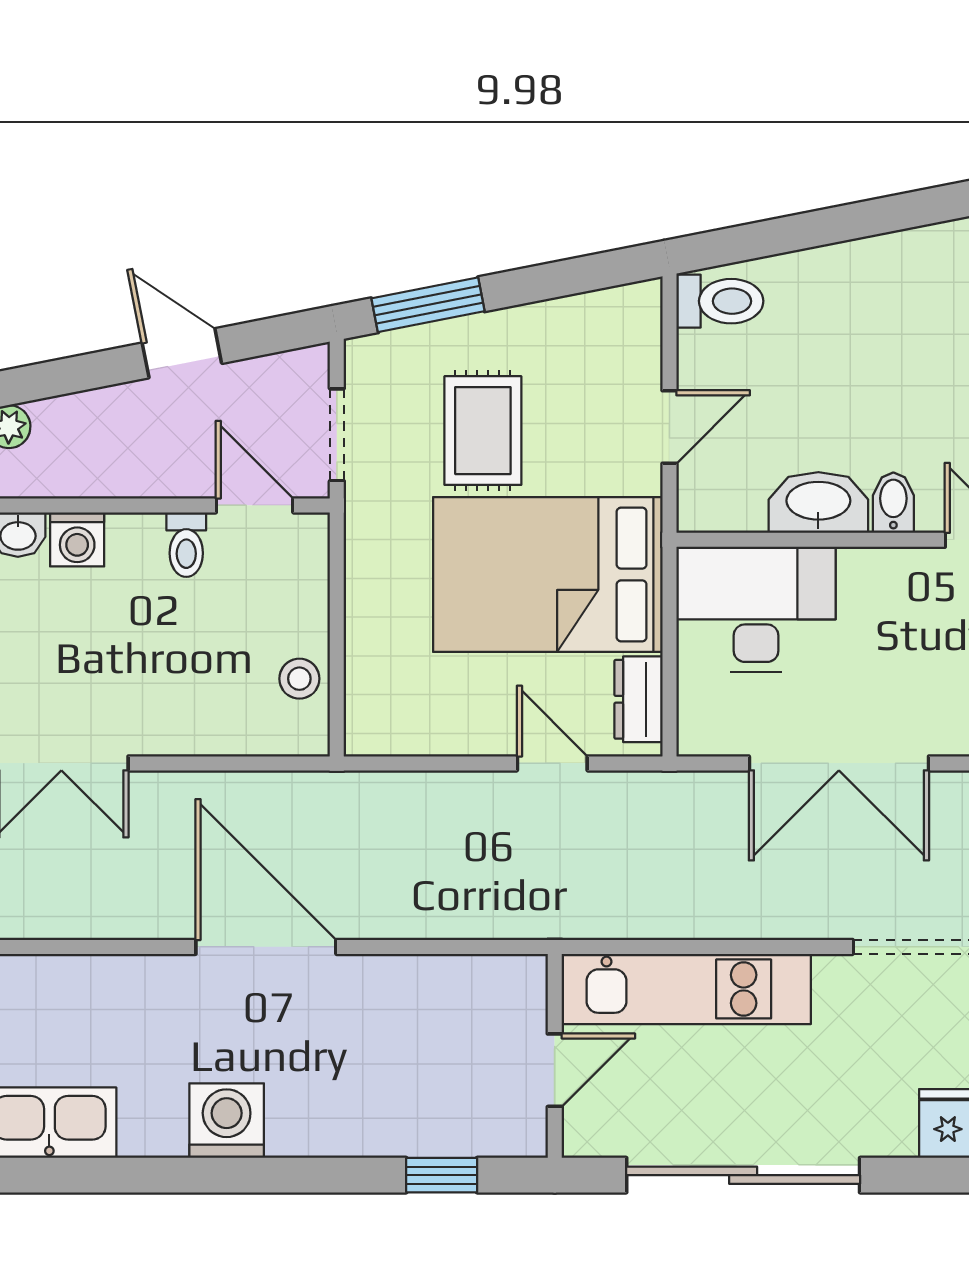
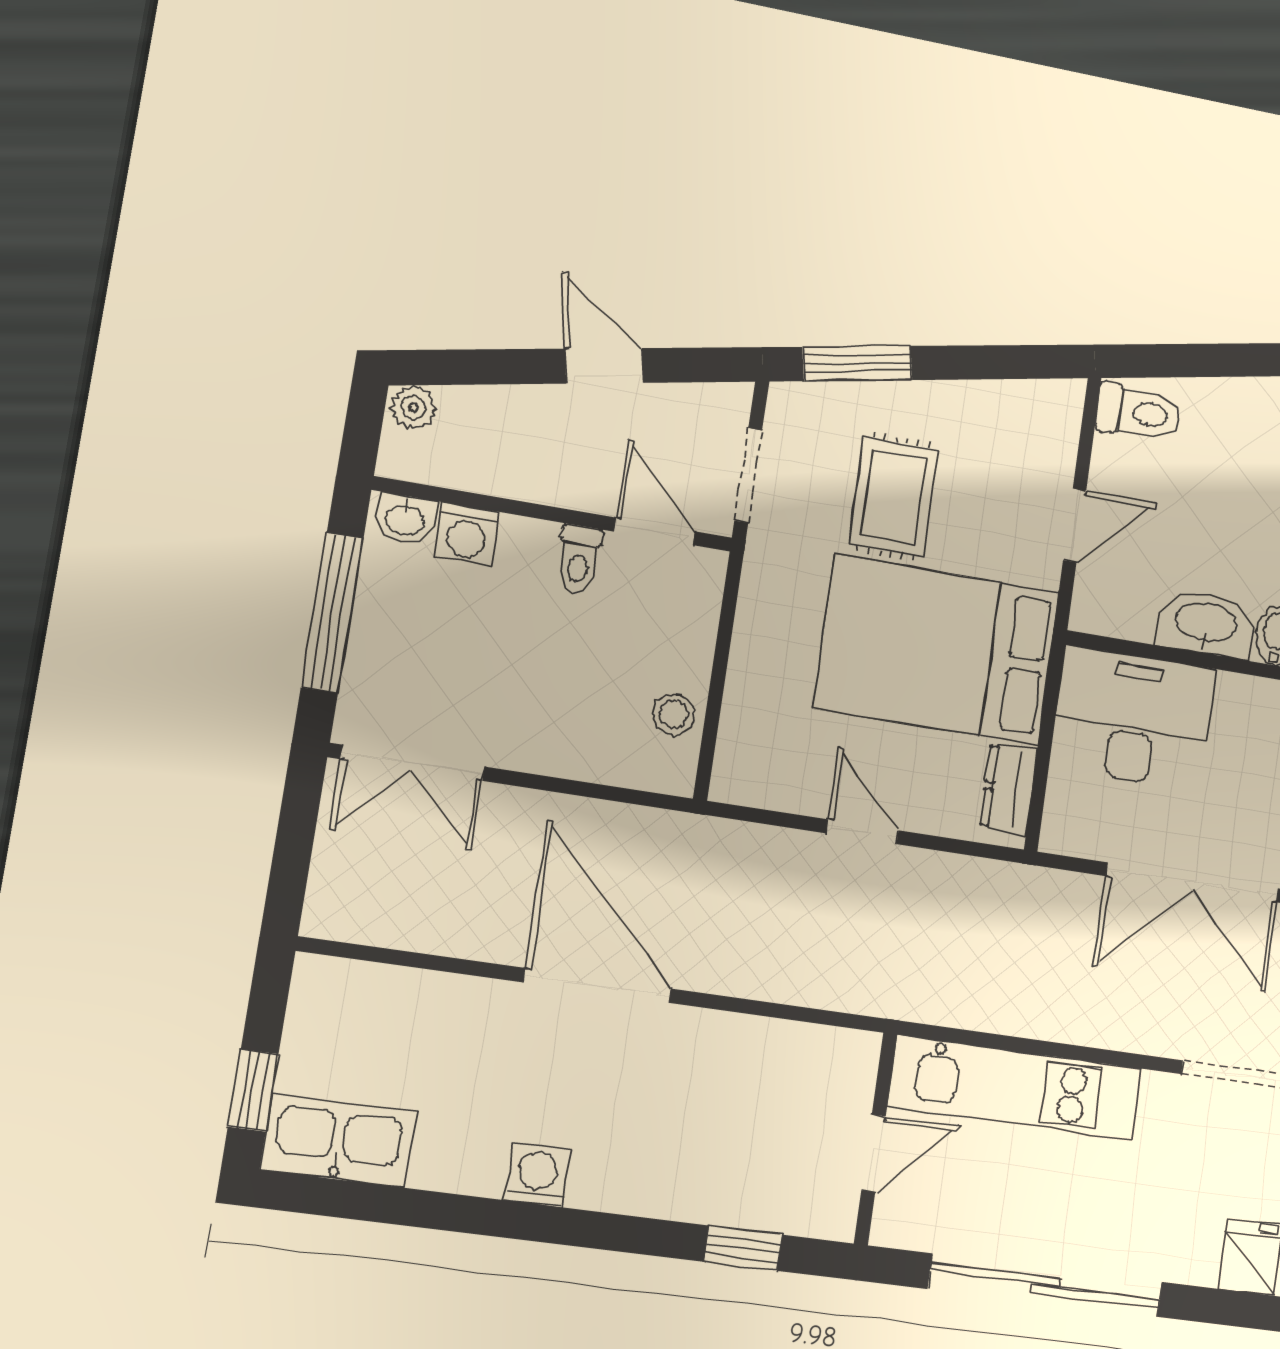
door: (552, 763) -> (862, 832), moved
washing machine: (227, 1121) -> (537, 1175), width x0.73, depth x0.73

